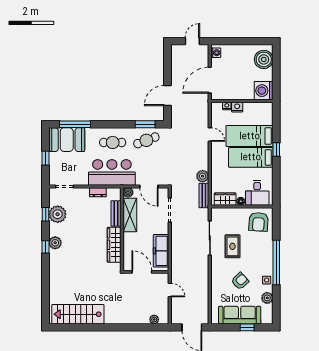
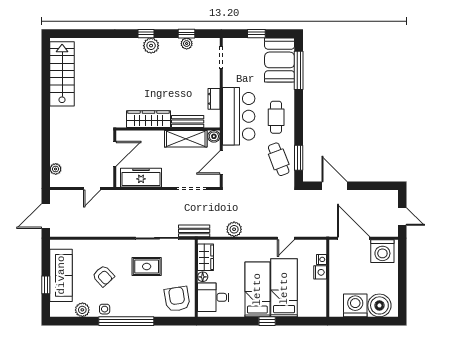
washing machine: (216, 53) -> (382, 251), width x1.89, depth x1.89
washing machine: (264, 91) -> (355, 305), moved
bench: (204, 195) -> (194, 231), moved
plant: (58, 214) -> (187, 44), width x0.53, depth x0.53
armchair: (259, 222) -> (177, 299), turned 77

